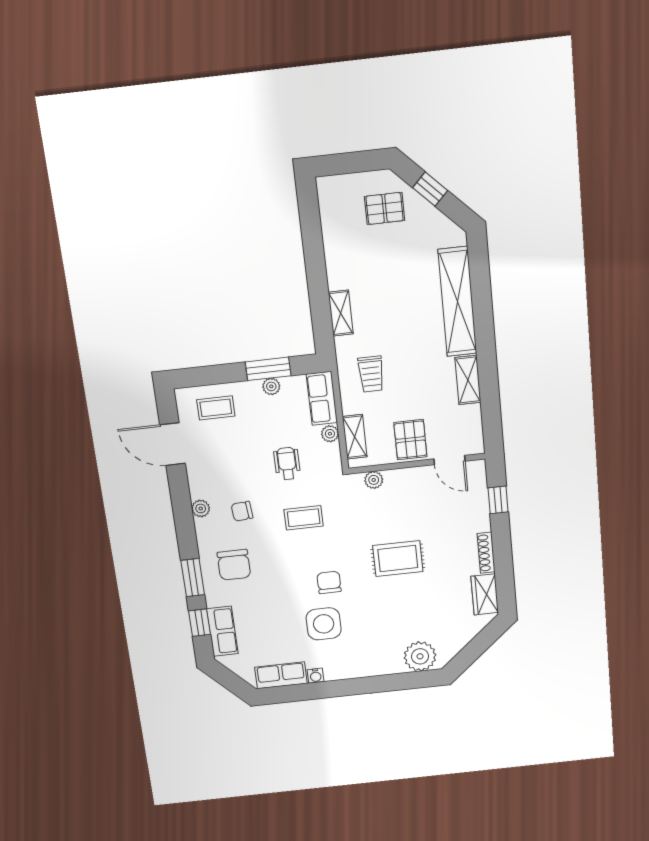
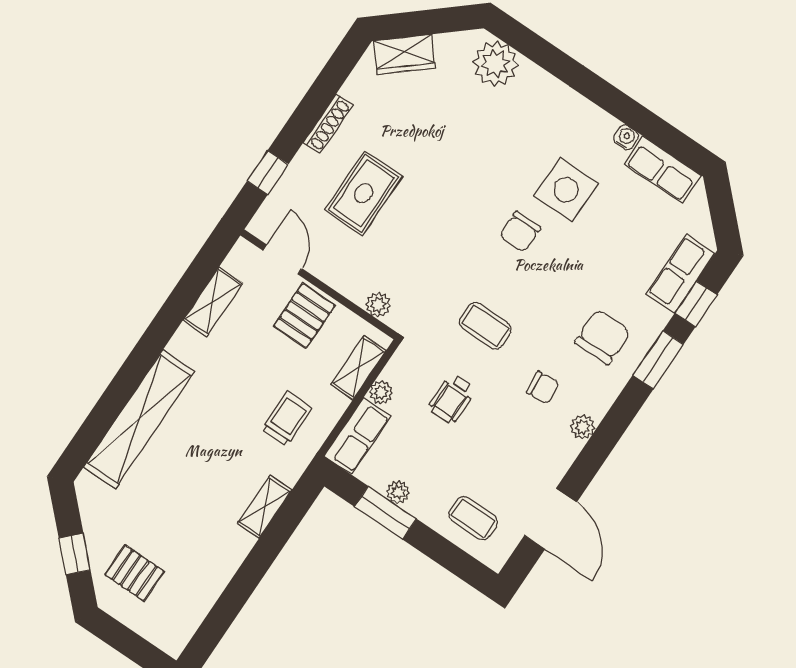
shelving: (468, 380) -> (213, 302), moved
rug: (398, 559) -> (364, 193), moved, turned 90
wardrobe: (485, 594) -> (404, 54), moved, turned 49

